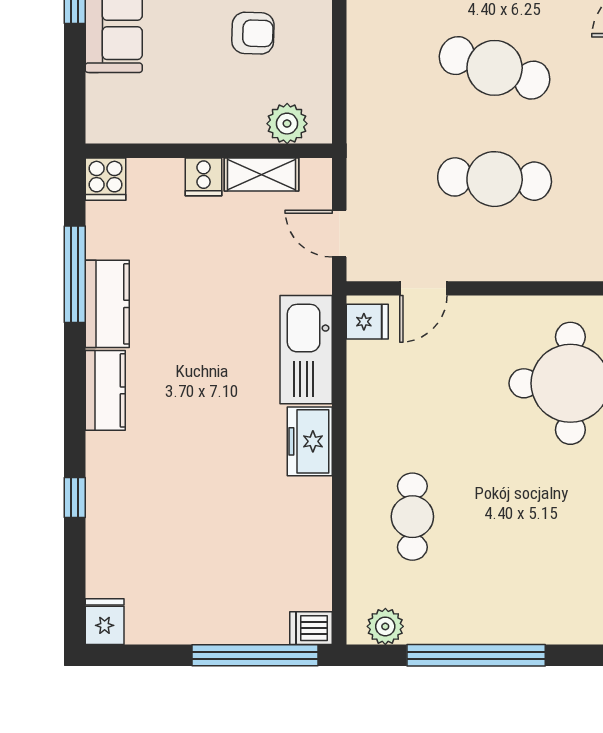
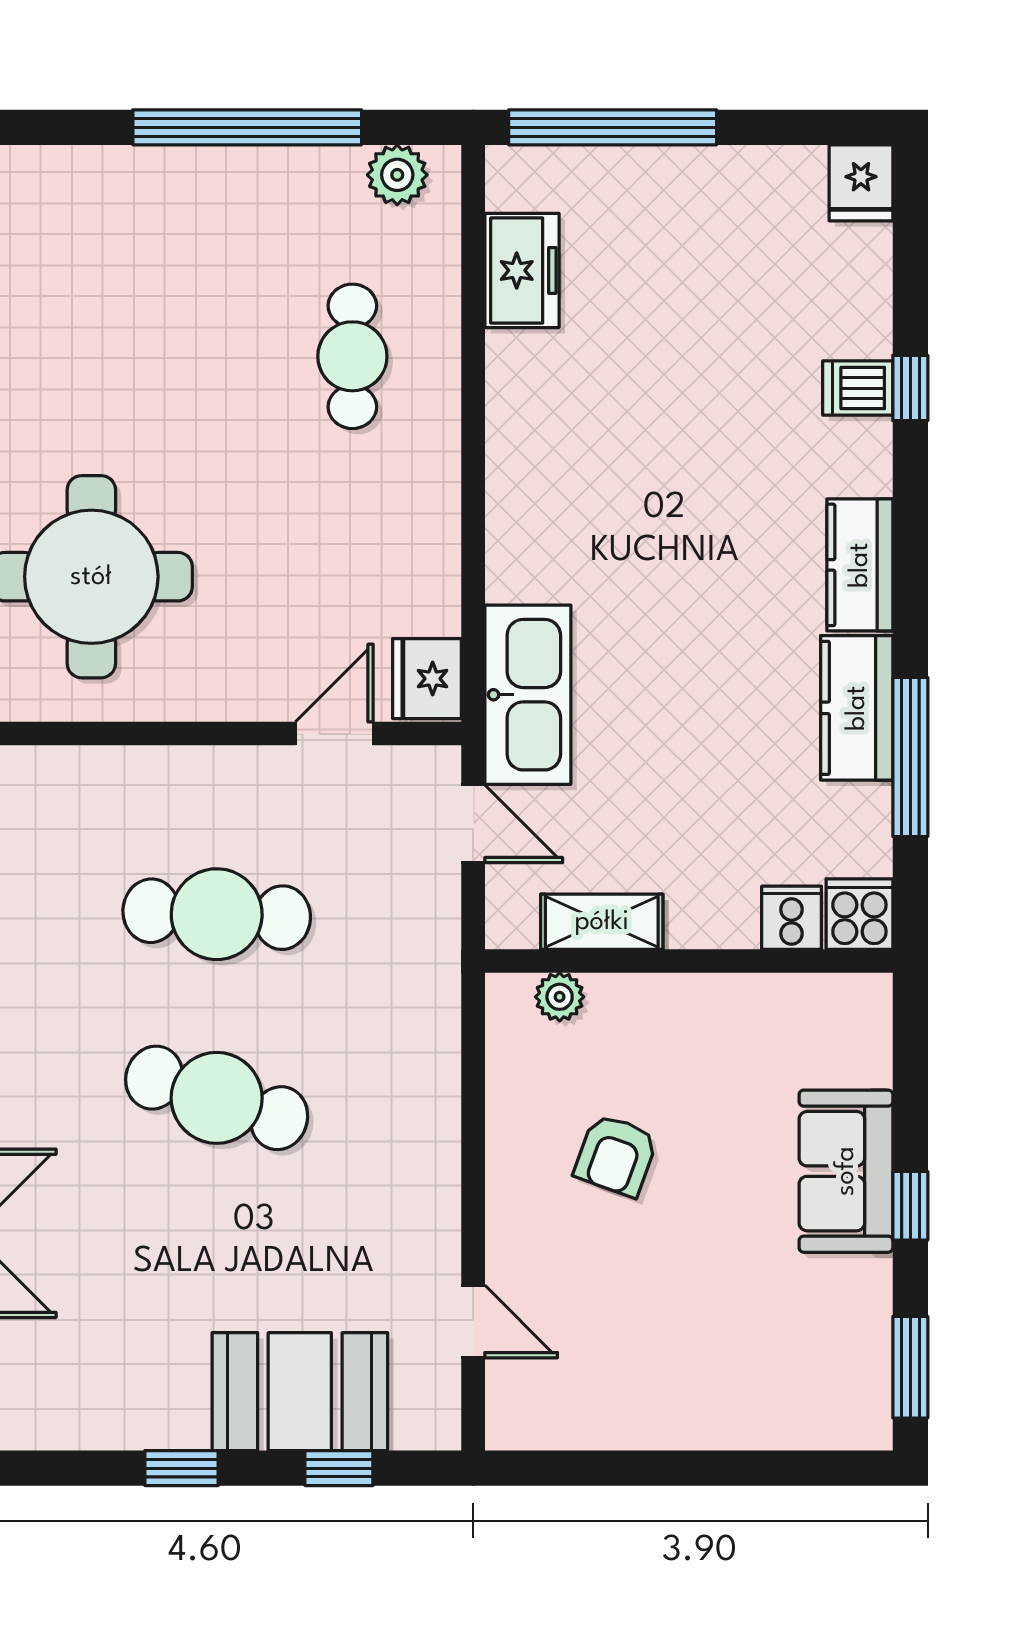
armchair: (253, 33) -> (616, 1155), turned -72
plant: (287, 124) -> (560, 997), width x0.73, depth x0.73
cooker: (204, 177) -> (792, 918), moved
fridge: (367, 322) -> (427, 679), width x1.38
kitchen sink: (306, 350) -> (528, 695), moved
freezer: (310, 441) -> (522, 270), moved
dishwasher: (311, 628) -> (858, 388), moved, turned 180

